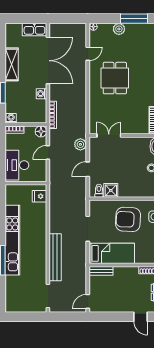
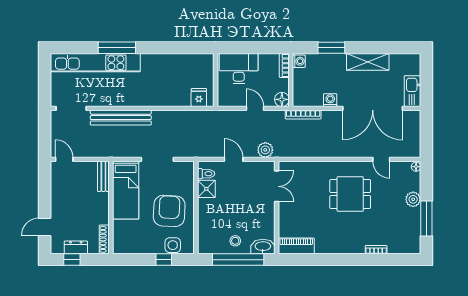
kitchen unit: (12, 240) -> (95, 63), moved

